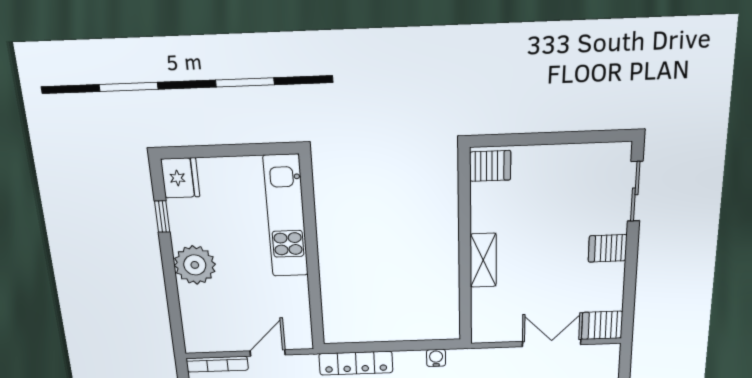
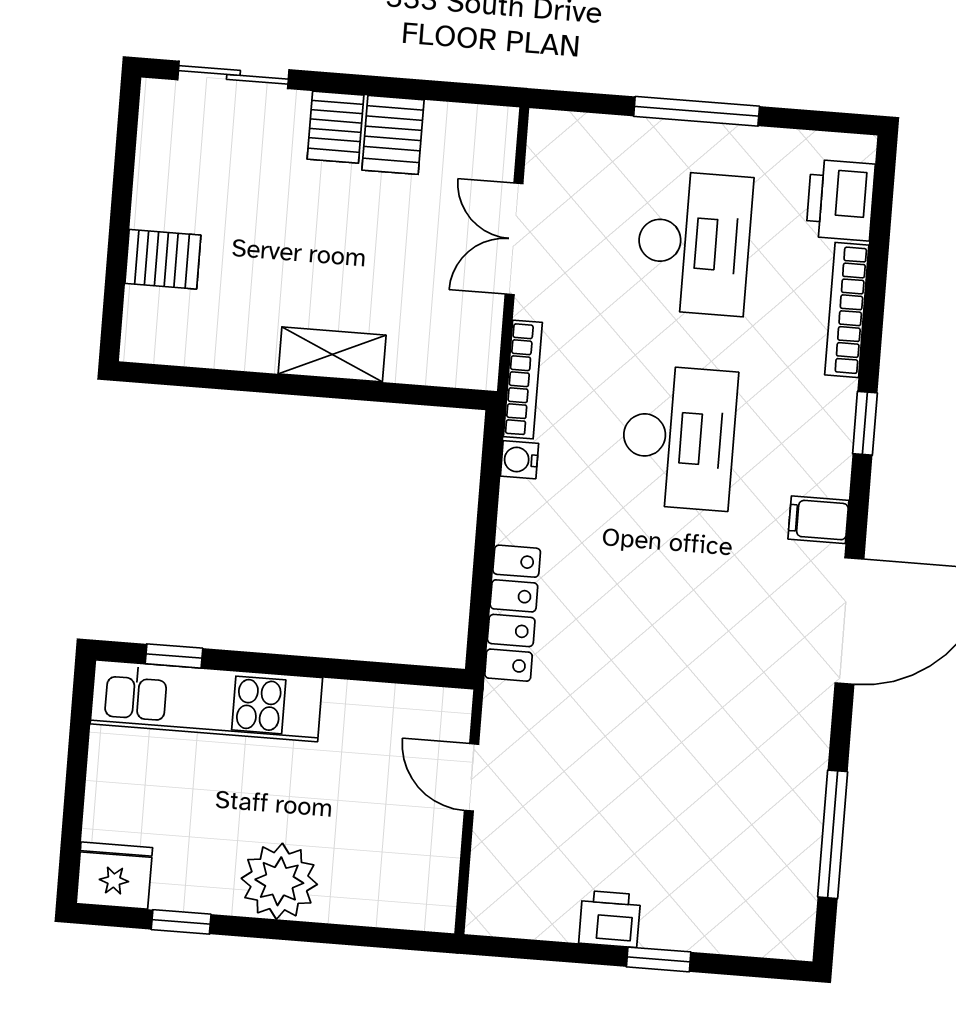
server rack: (490, 166) -> (163, 259), moved, turned 90
window: (308, 196) -> (174, 656), added
server rack: (602, 325) -> (393, 135), moved
bookcase: (217, 364) -> (523, 379), moved

